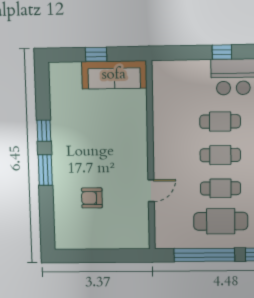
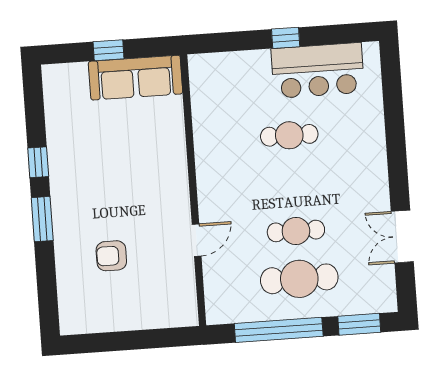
cafe table: (220, 155) -> (293, 183), removed

